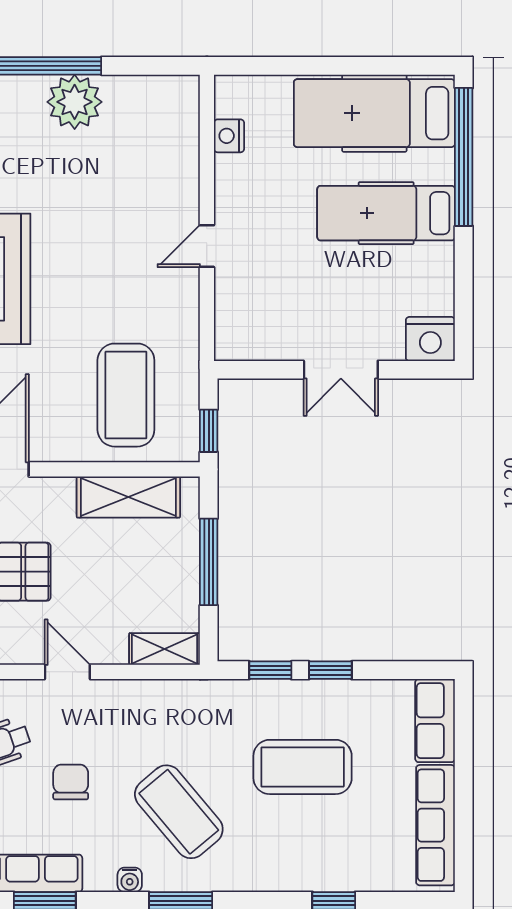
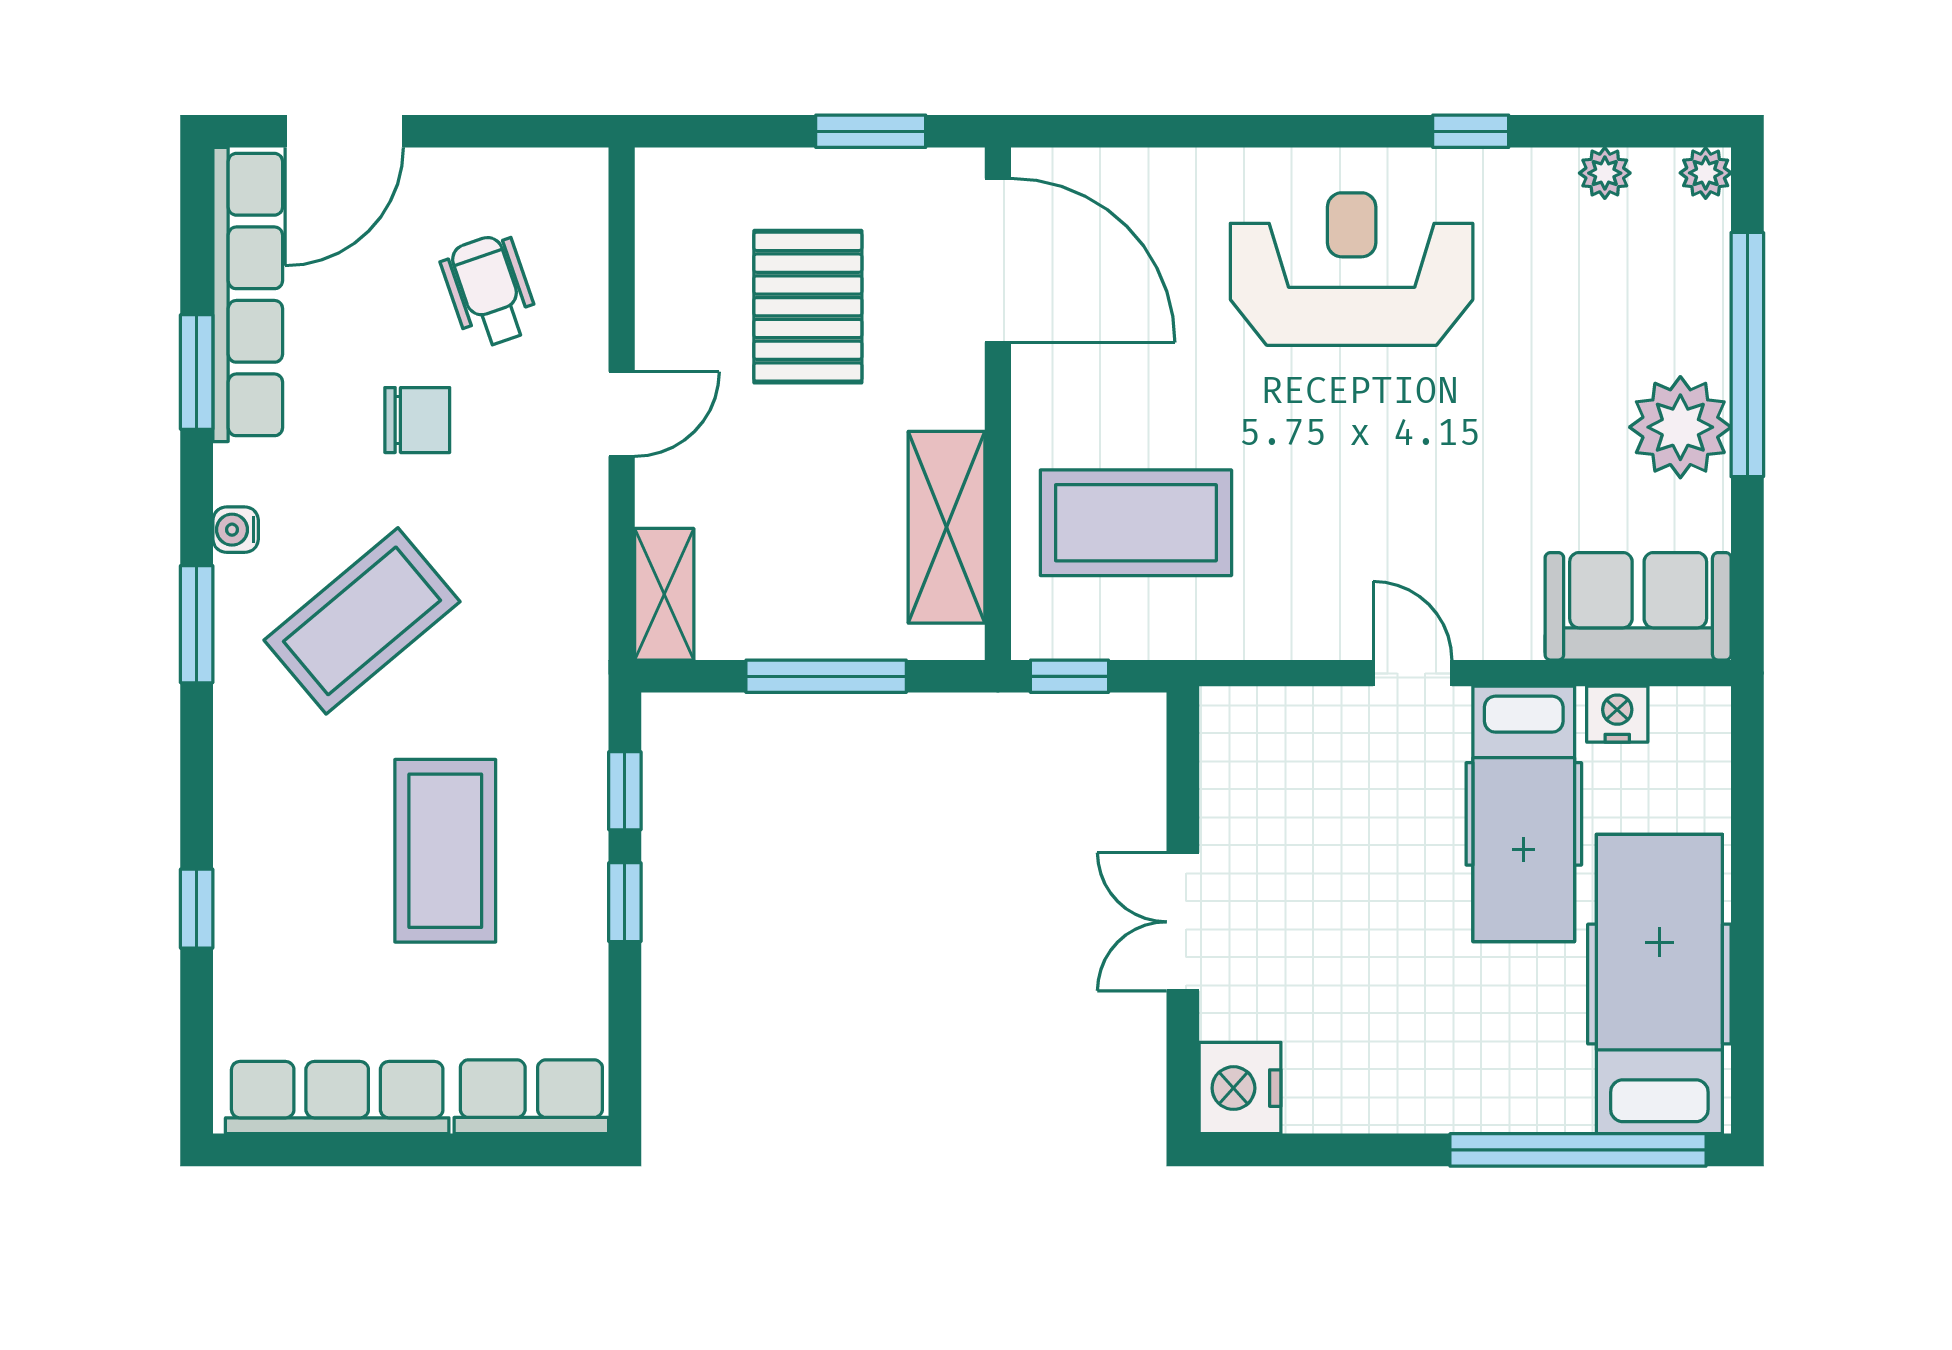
sofa: (171, 125) -> (1638, 606), added
hospital bed: (386, 213) -> (1524, 814), moved, turned 180

